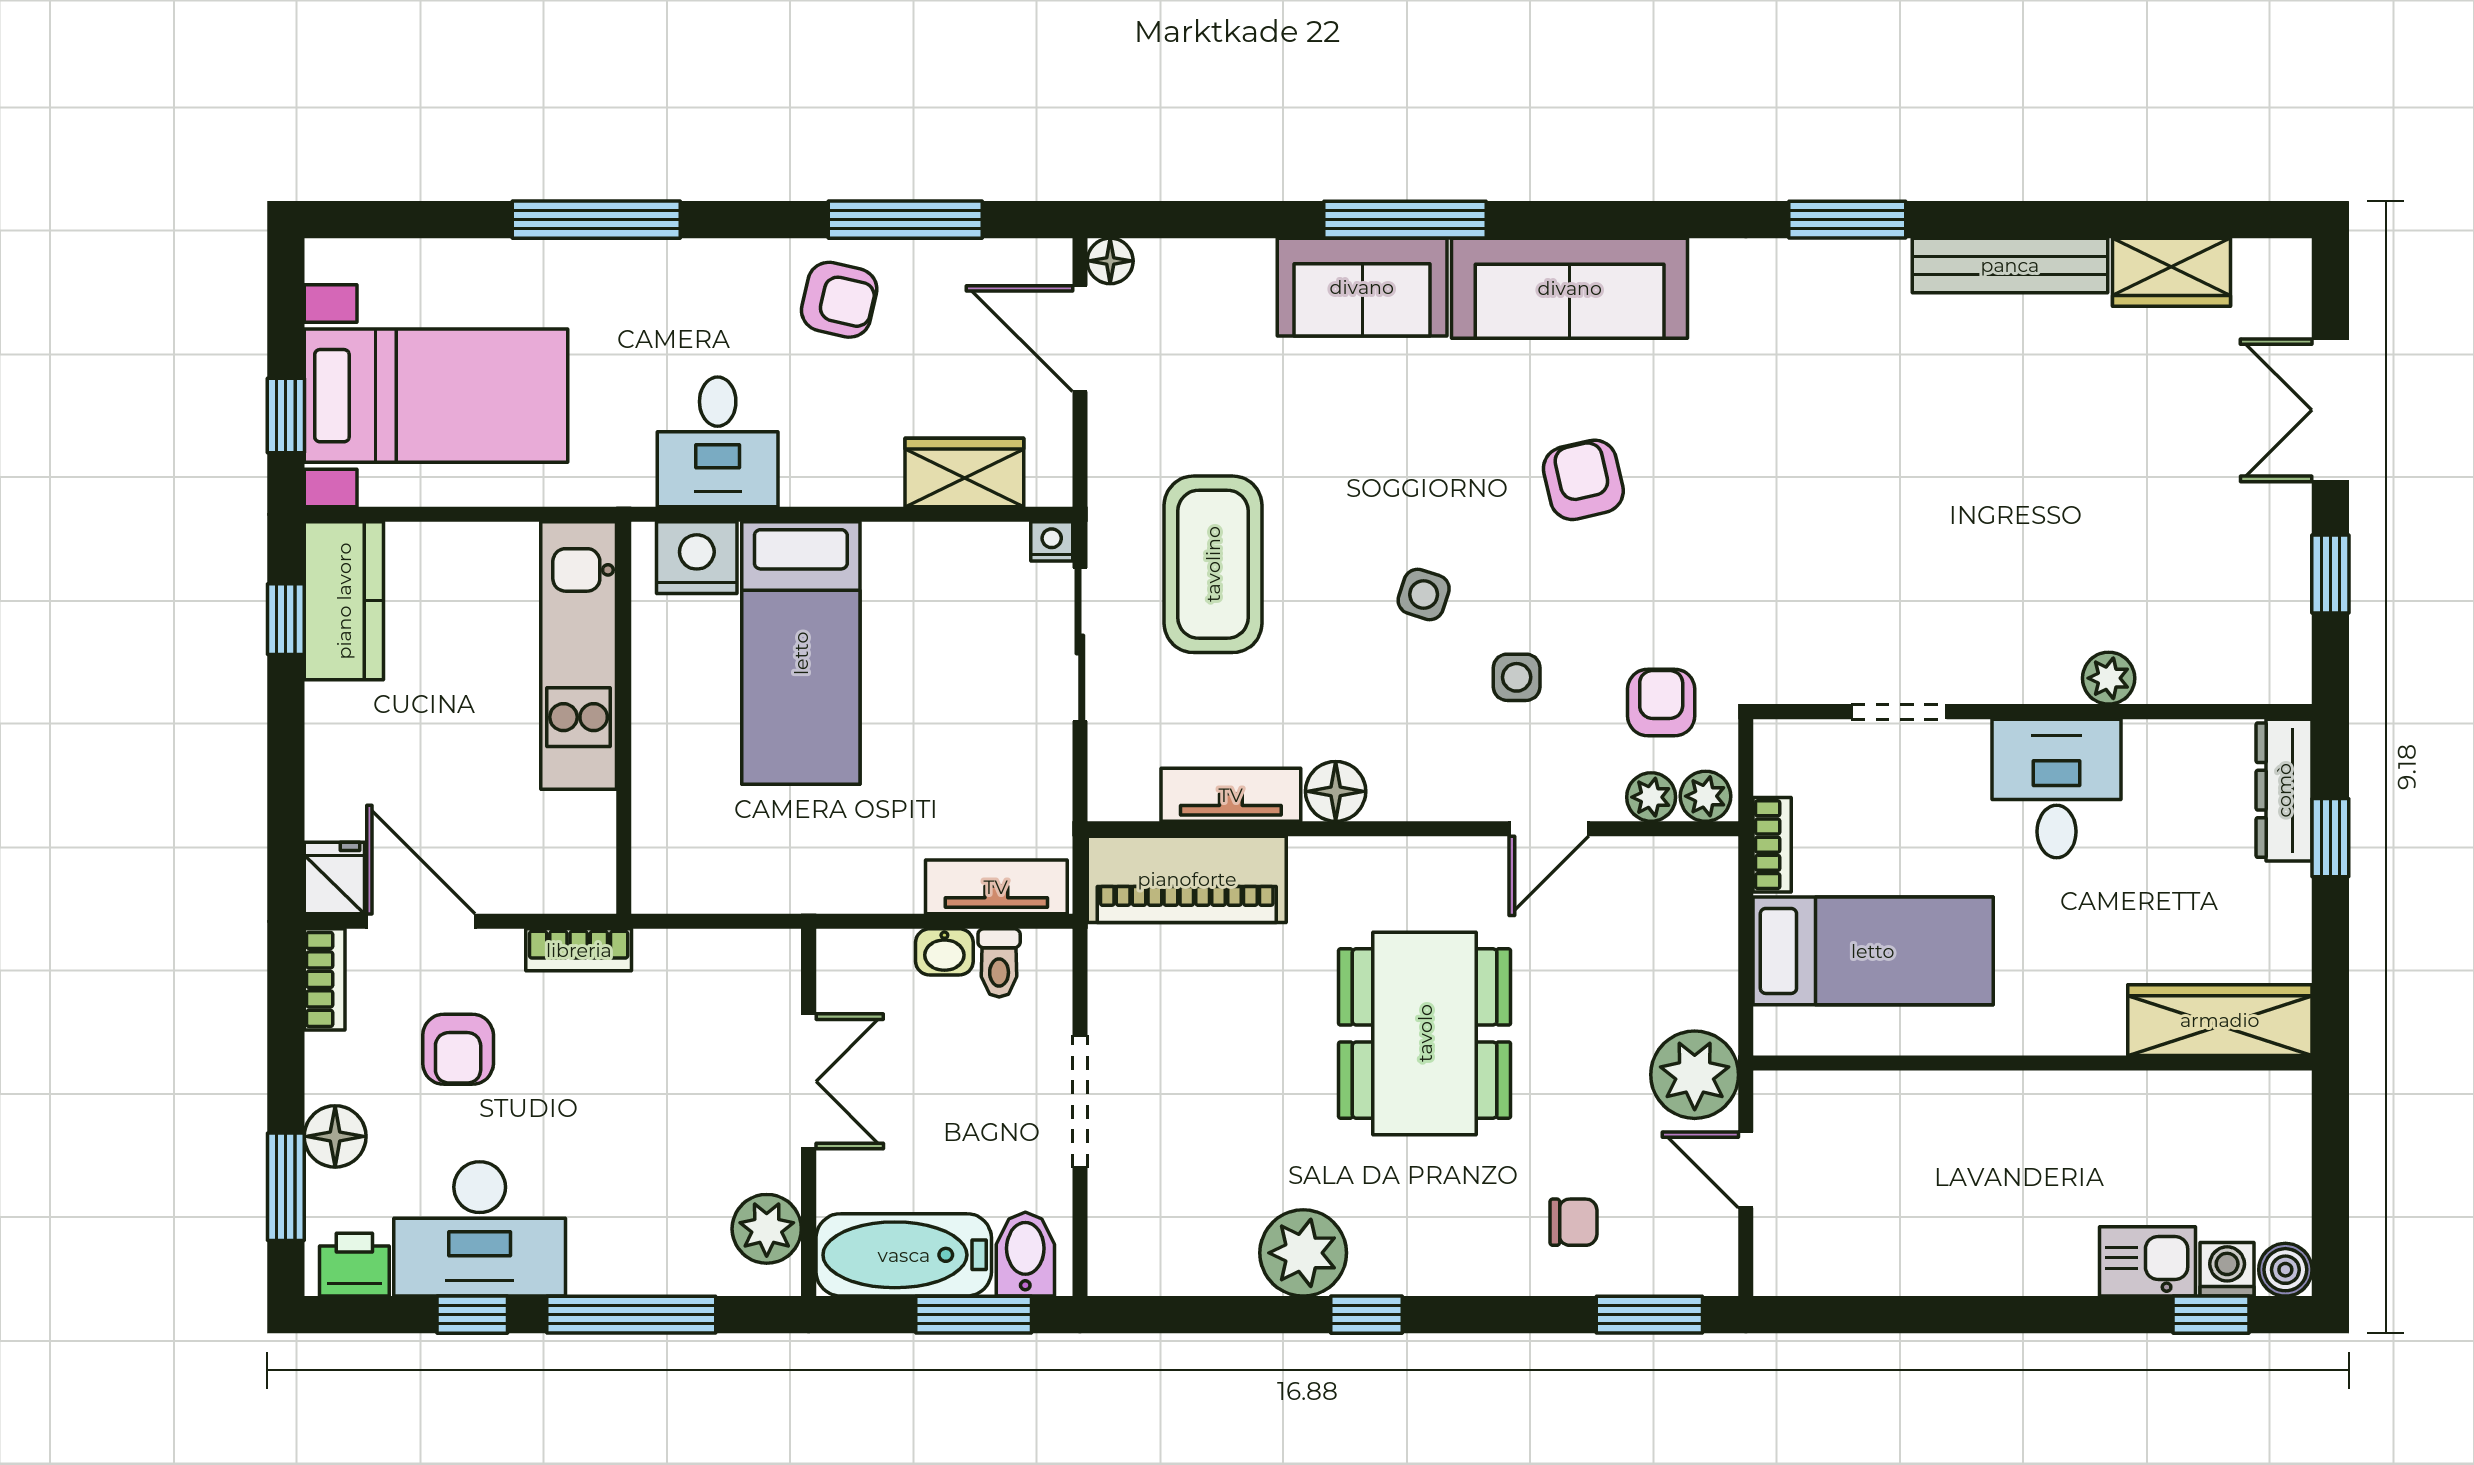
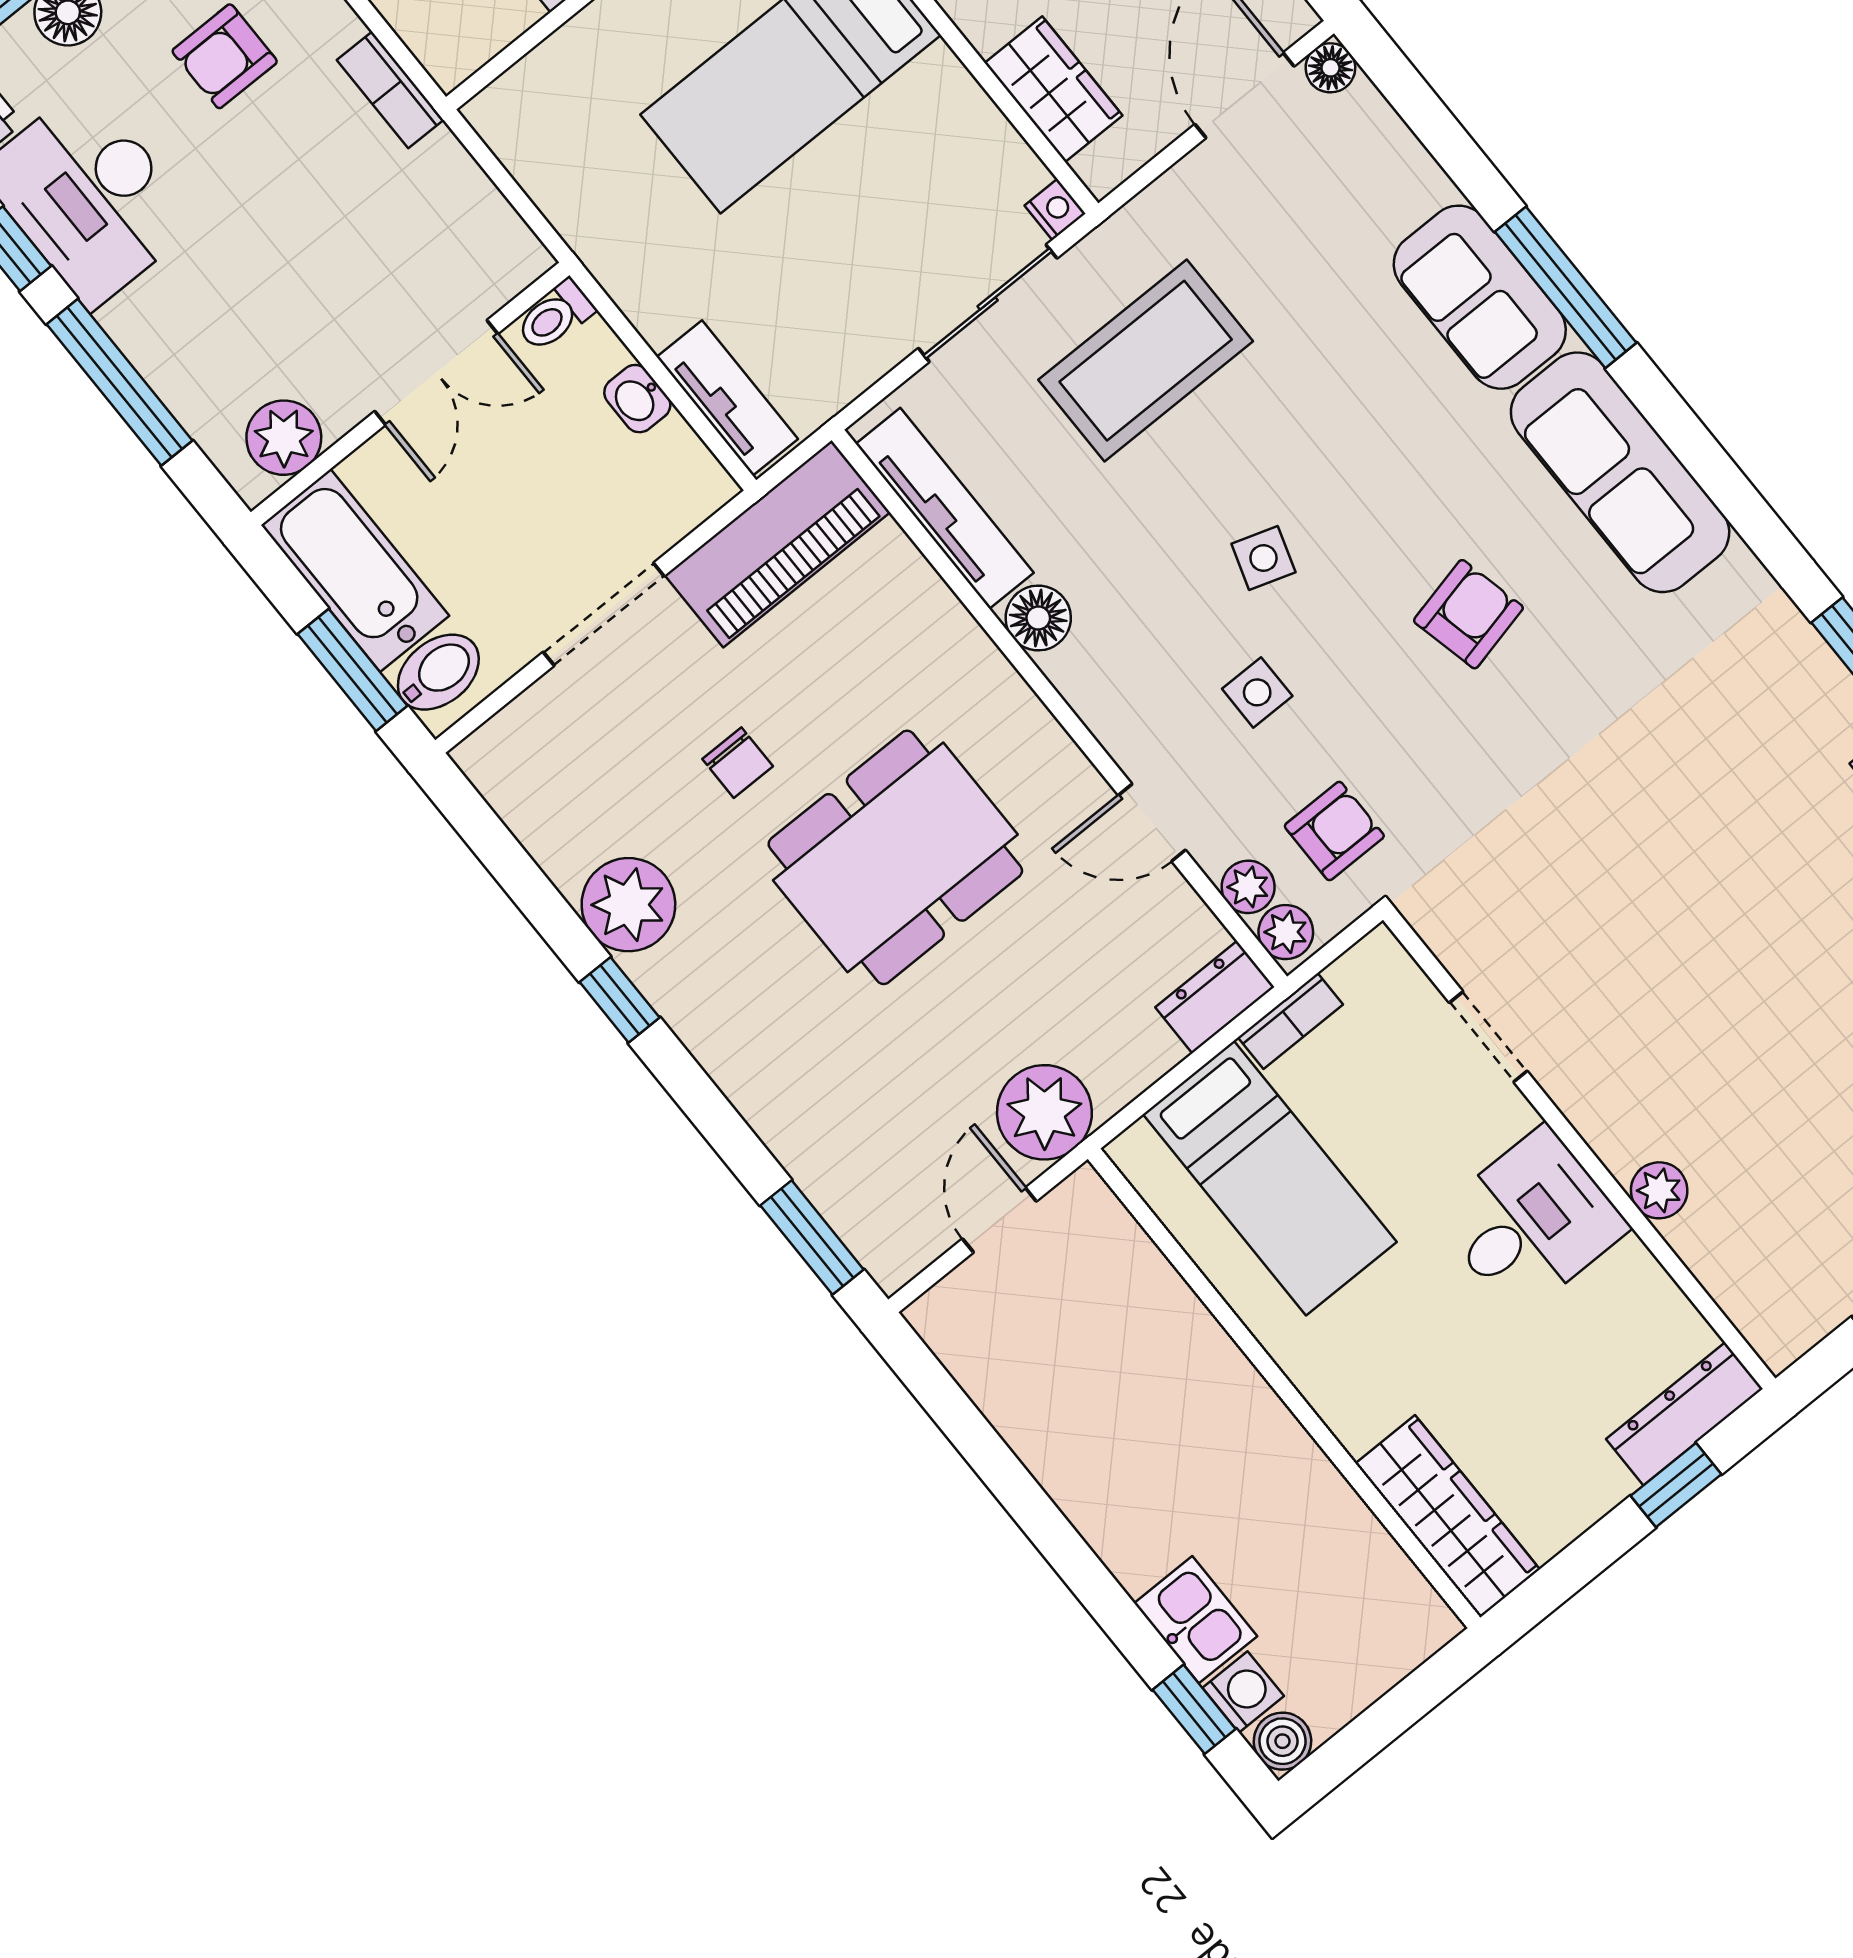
tv unit: (1231, 795) -> (945, 508), width x1.41
piano: (1187, 879) -> (778, 544), moved, turned -90
dresser: (1711, 885) -> (1215, 997), added
toilet: (999, 963) -> (555, 316), moved
chair: (1573, 1222) -> (738, 763), moved

